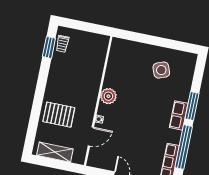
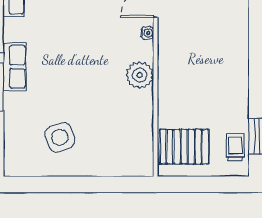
pallet: (59, 115) -> (184, 147), moved

